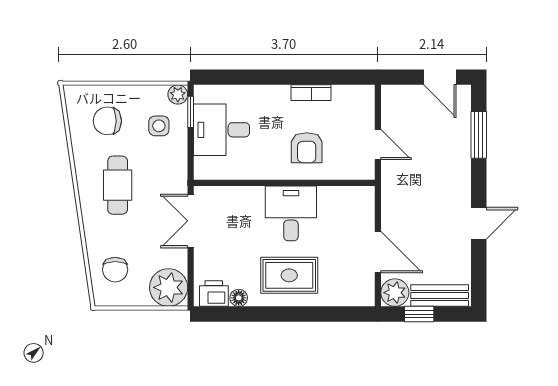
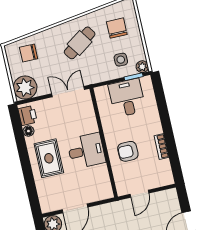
cafe table: (118, 185) -> (80, 43), turned -35

